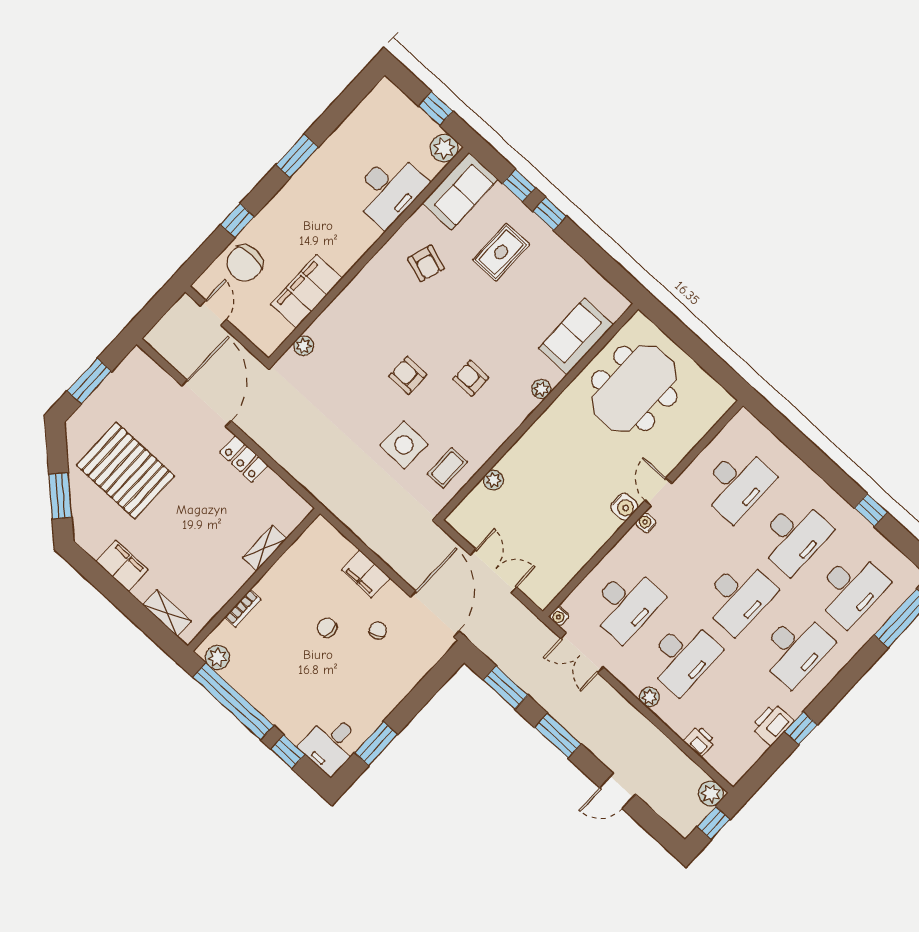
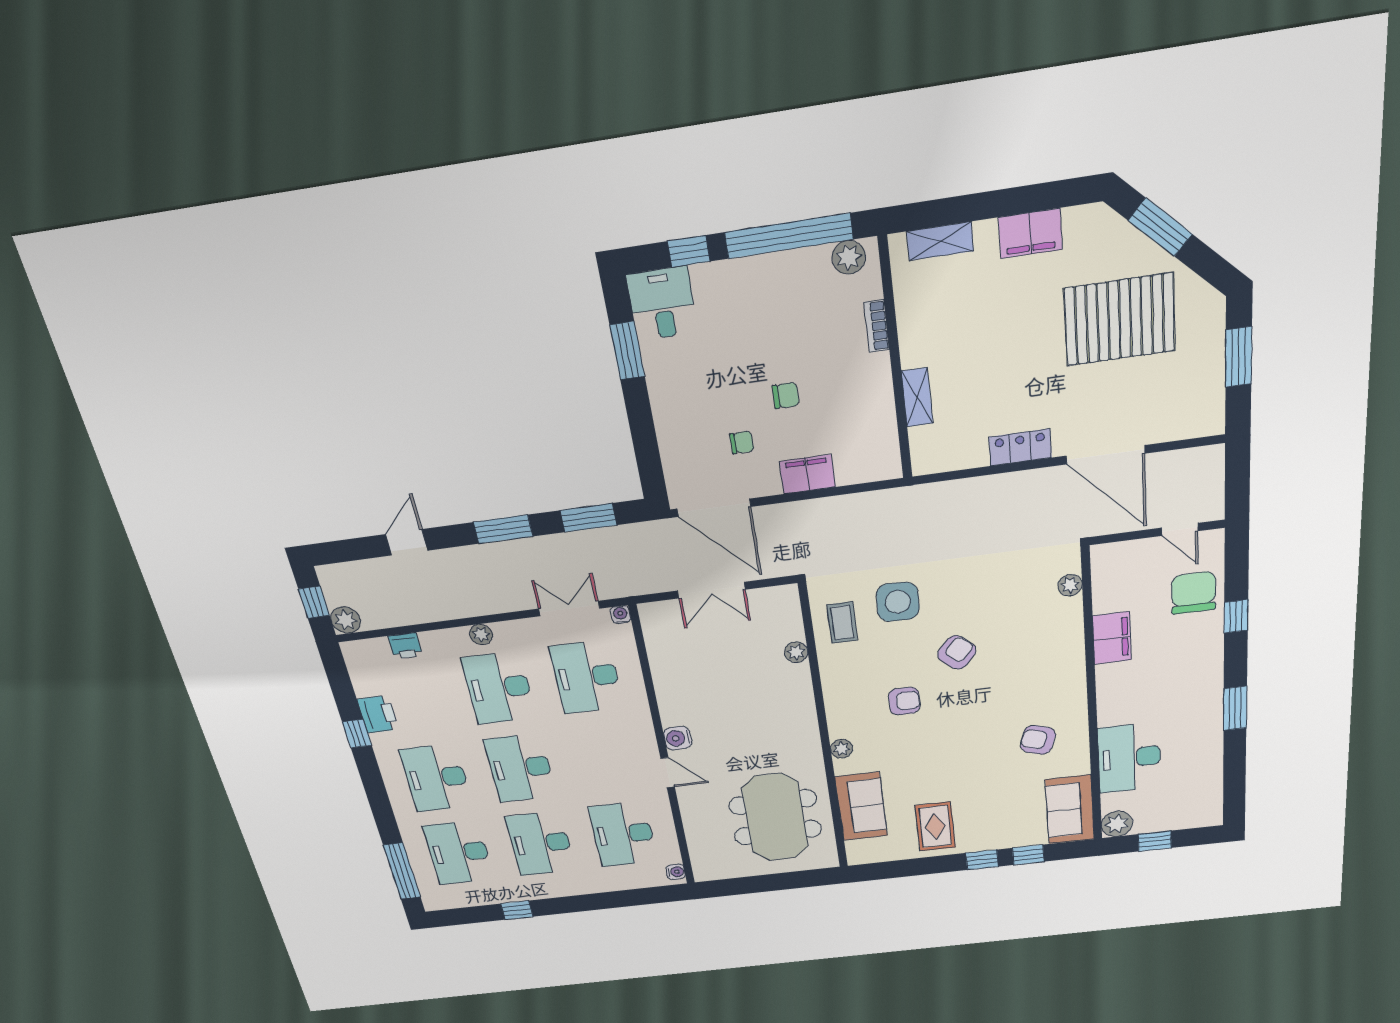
rug: (501, 252) -> (935, 826), moved
filing cabinet: (306, 291) -> (1112, 638), width x0.67, depth x0.86
armchair: (408, 375) -> (957, 652), turned -49
water cooler: (646, 523) -> (676, 872), moved
chair: (378, 630) -> (742, 442), turned -67

